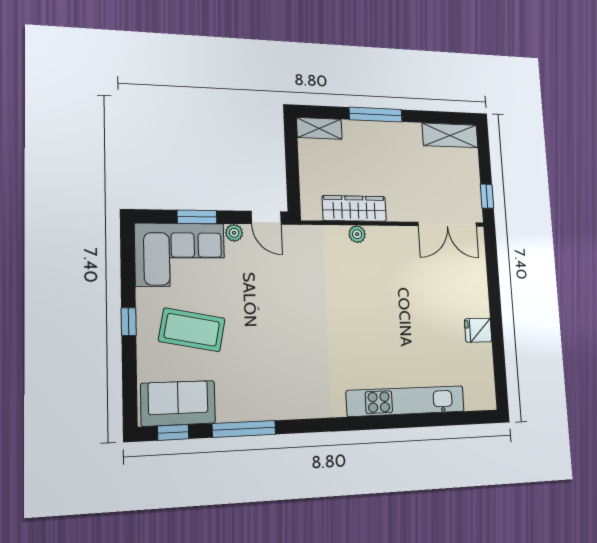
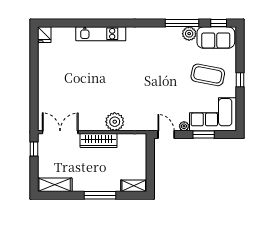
wardrobe: (354, 208) -> (99, 140), moved
plant: (357, 234) -> (115, 122), width x1.88, depth x1.88
fridge: (478, 330) -> (44, 35), moved, turned 90
kitchen unit: (406, 401) -> (101, 34), width x0.73
plant: (230, 409) -> (189, 34), added

